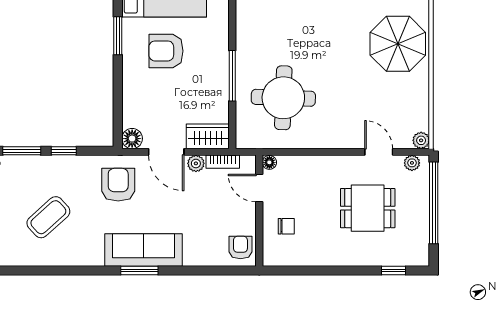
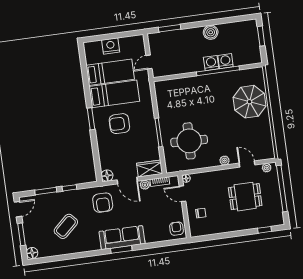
plant: (421, 140) -> (225, 161), moved
armchair: (118, 185) -> (103, 203), turned 180

